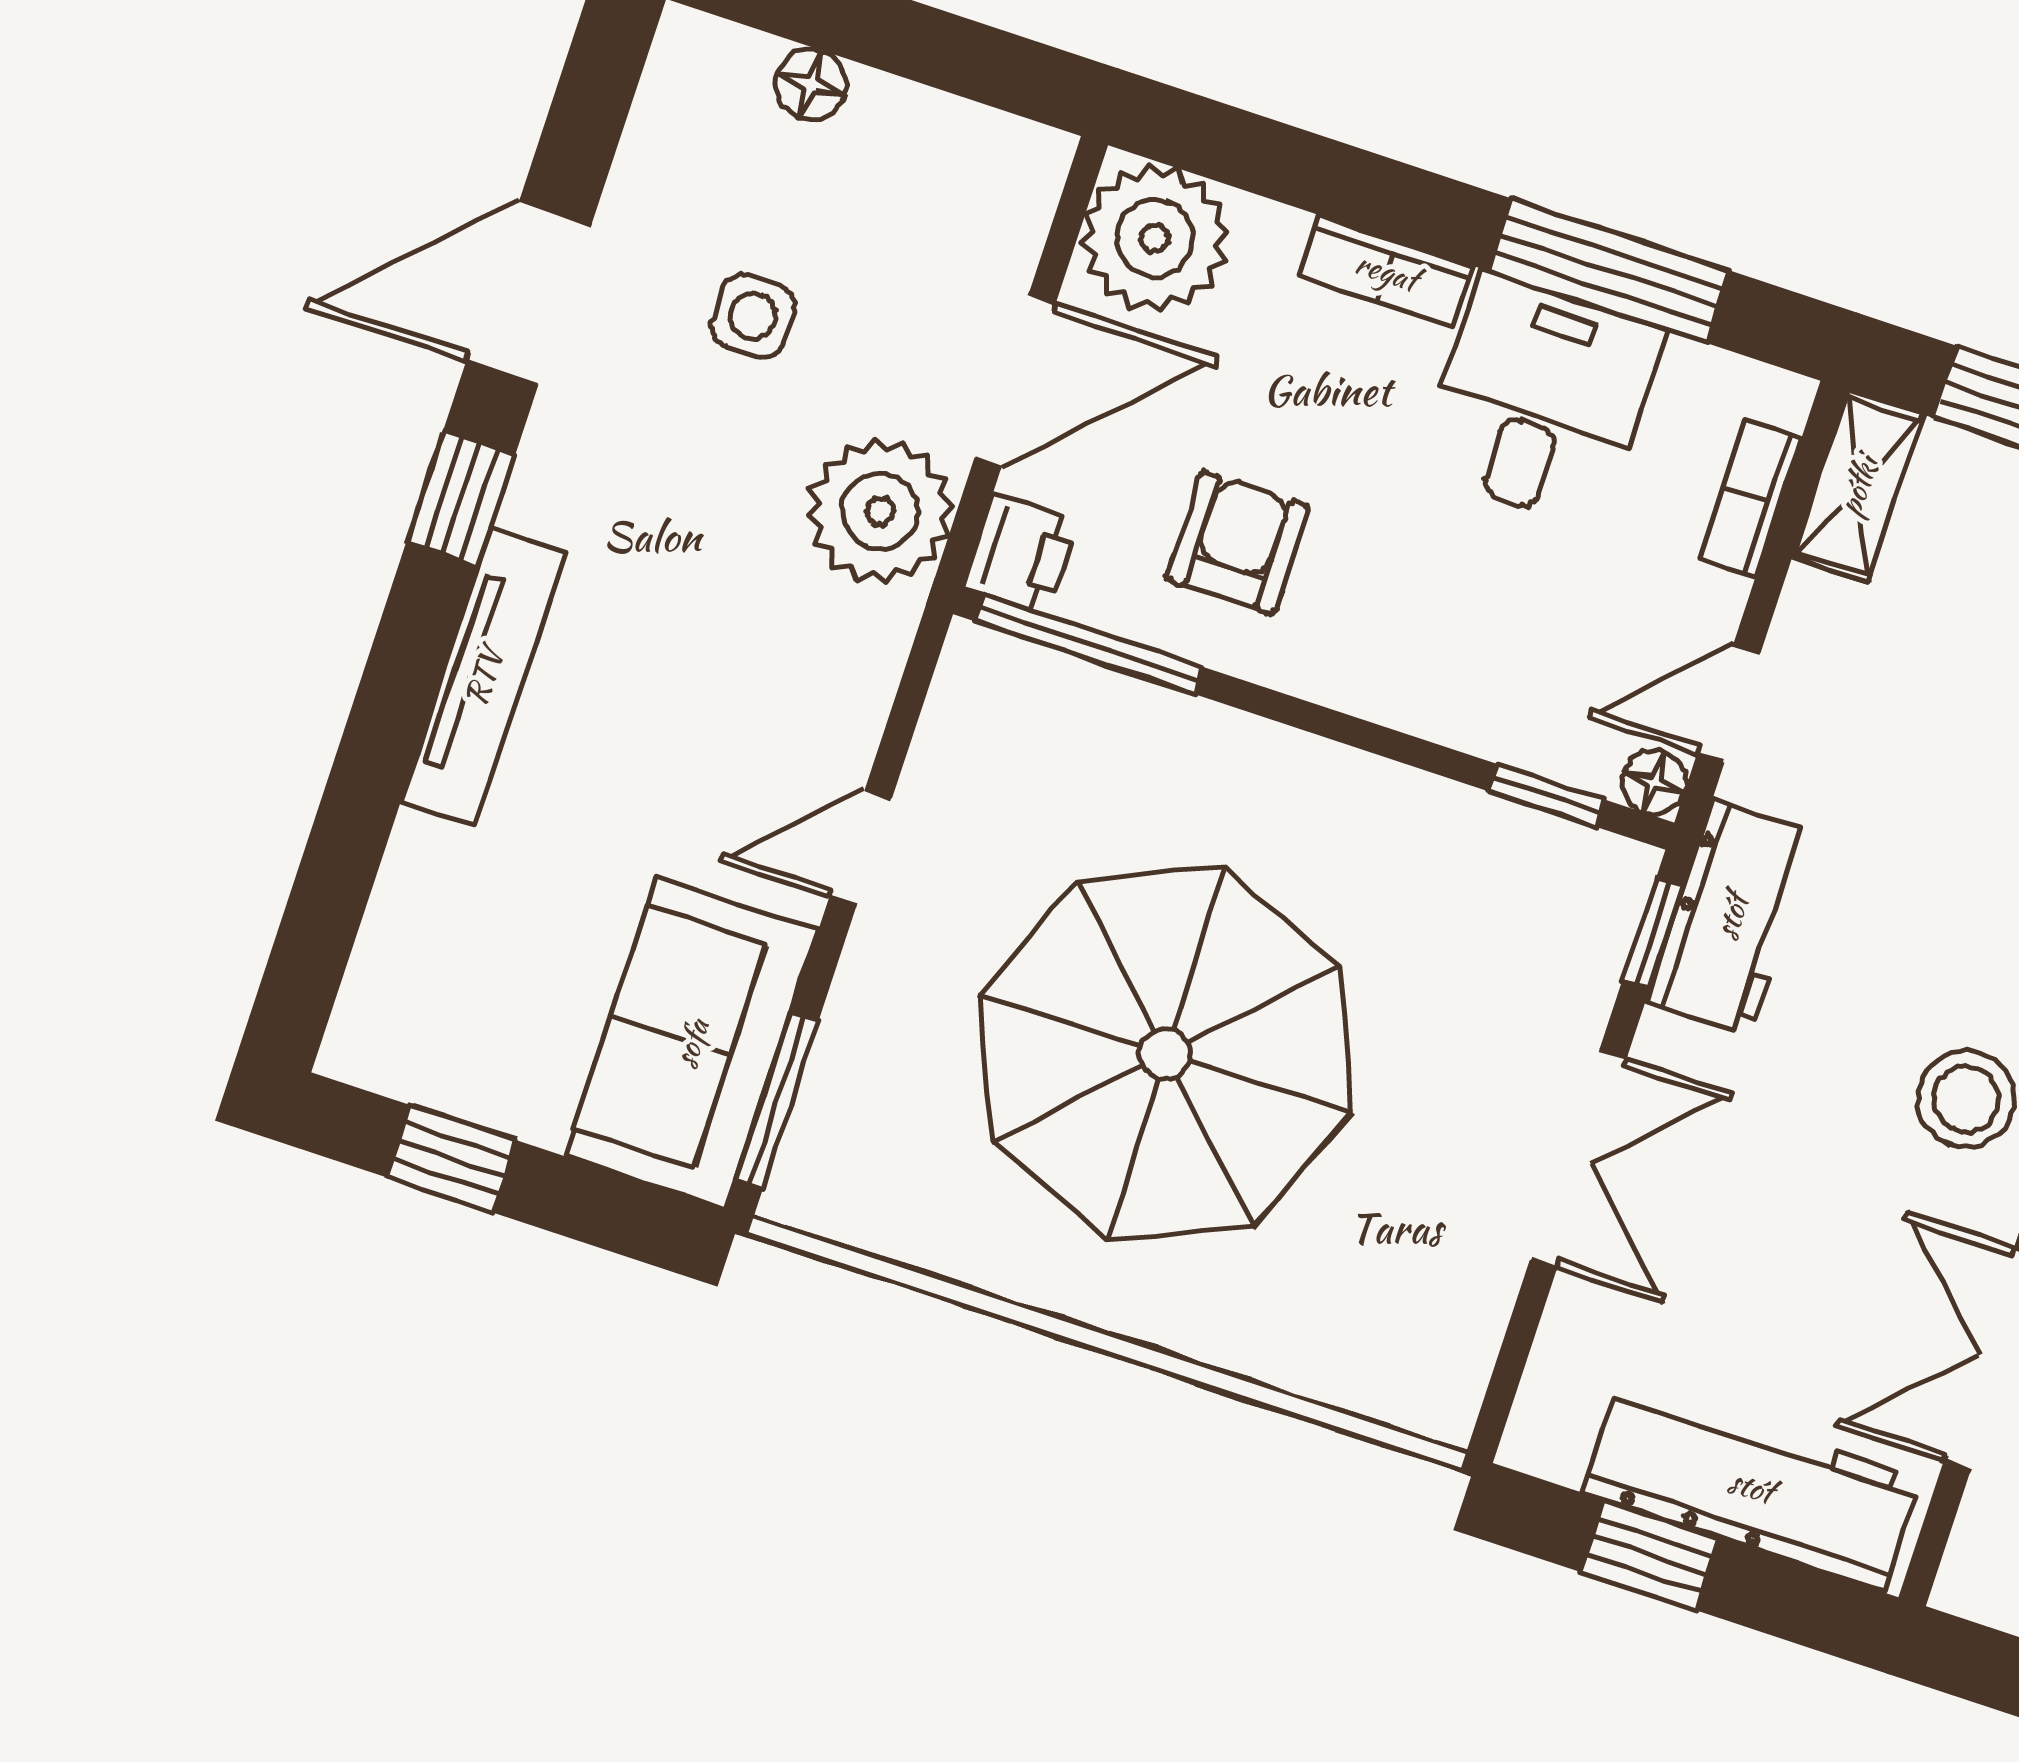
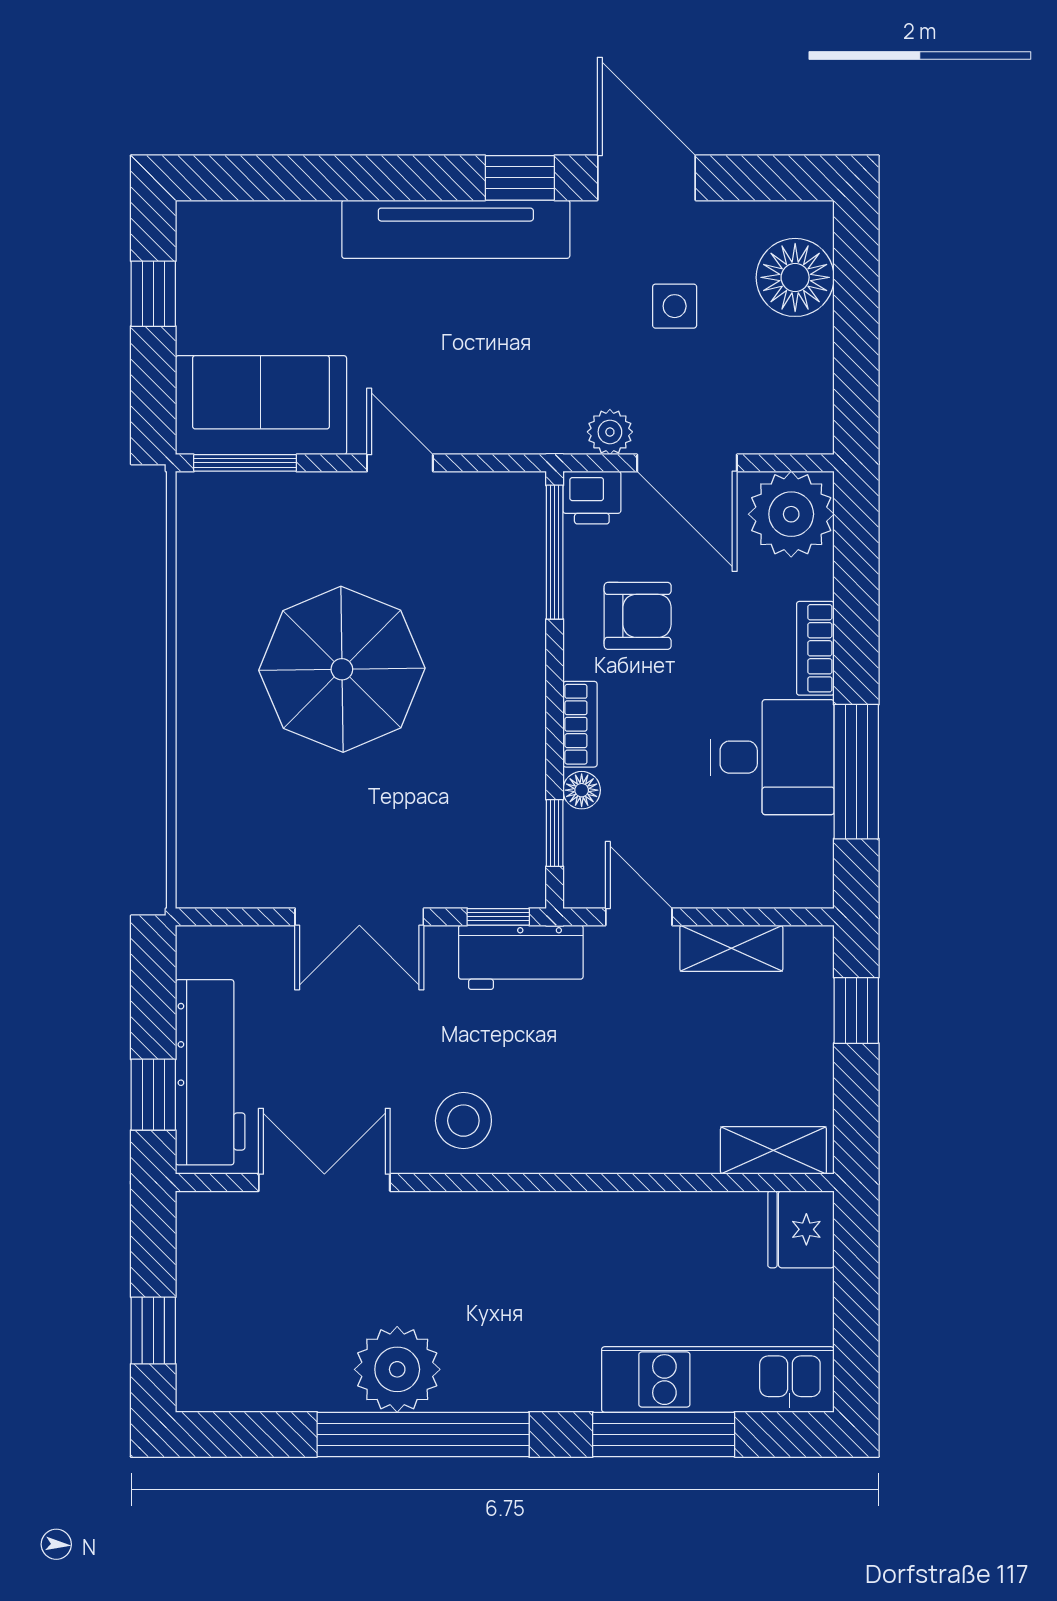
floor lamp: (811, 84) -> (795, 277), width x1.89, depth x1.89
shelving: (1858, 486) -> (731, 948), moved
bookcase: (1751, 498) -> (580, 724), moved, turned 90
plant: (880, 511) -> (610, 432), width x0.53, depth x0.53
tv unit: (483, 677) -> (456, 229), width x1.36, depth x1.29
floor lamp: (1654, 782) -> (582, 790), moved
parasol: (1165, 1054) -> (342, 669), width x0.73, depth x0.73
window: (1650, 1555) -> (153, 1095), moved

